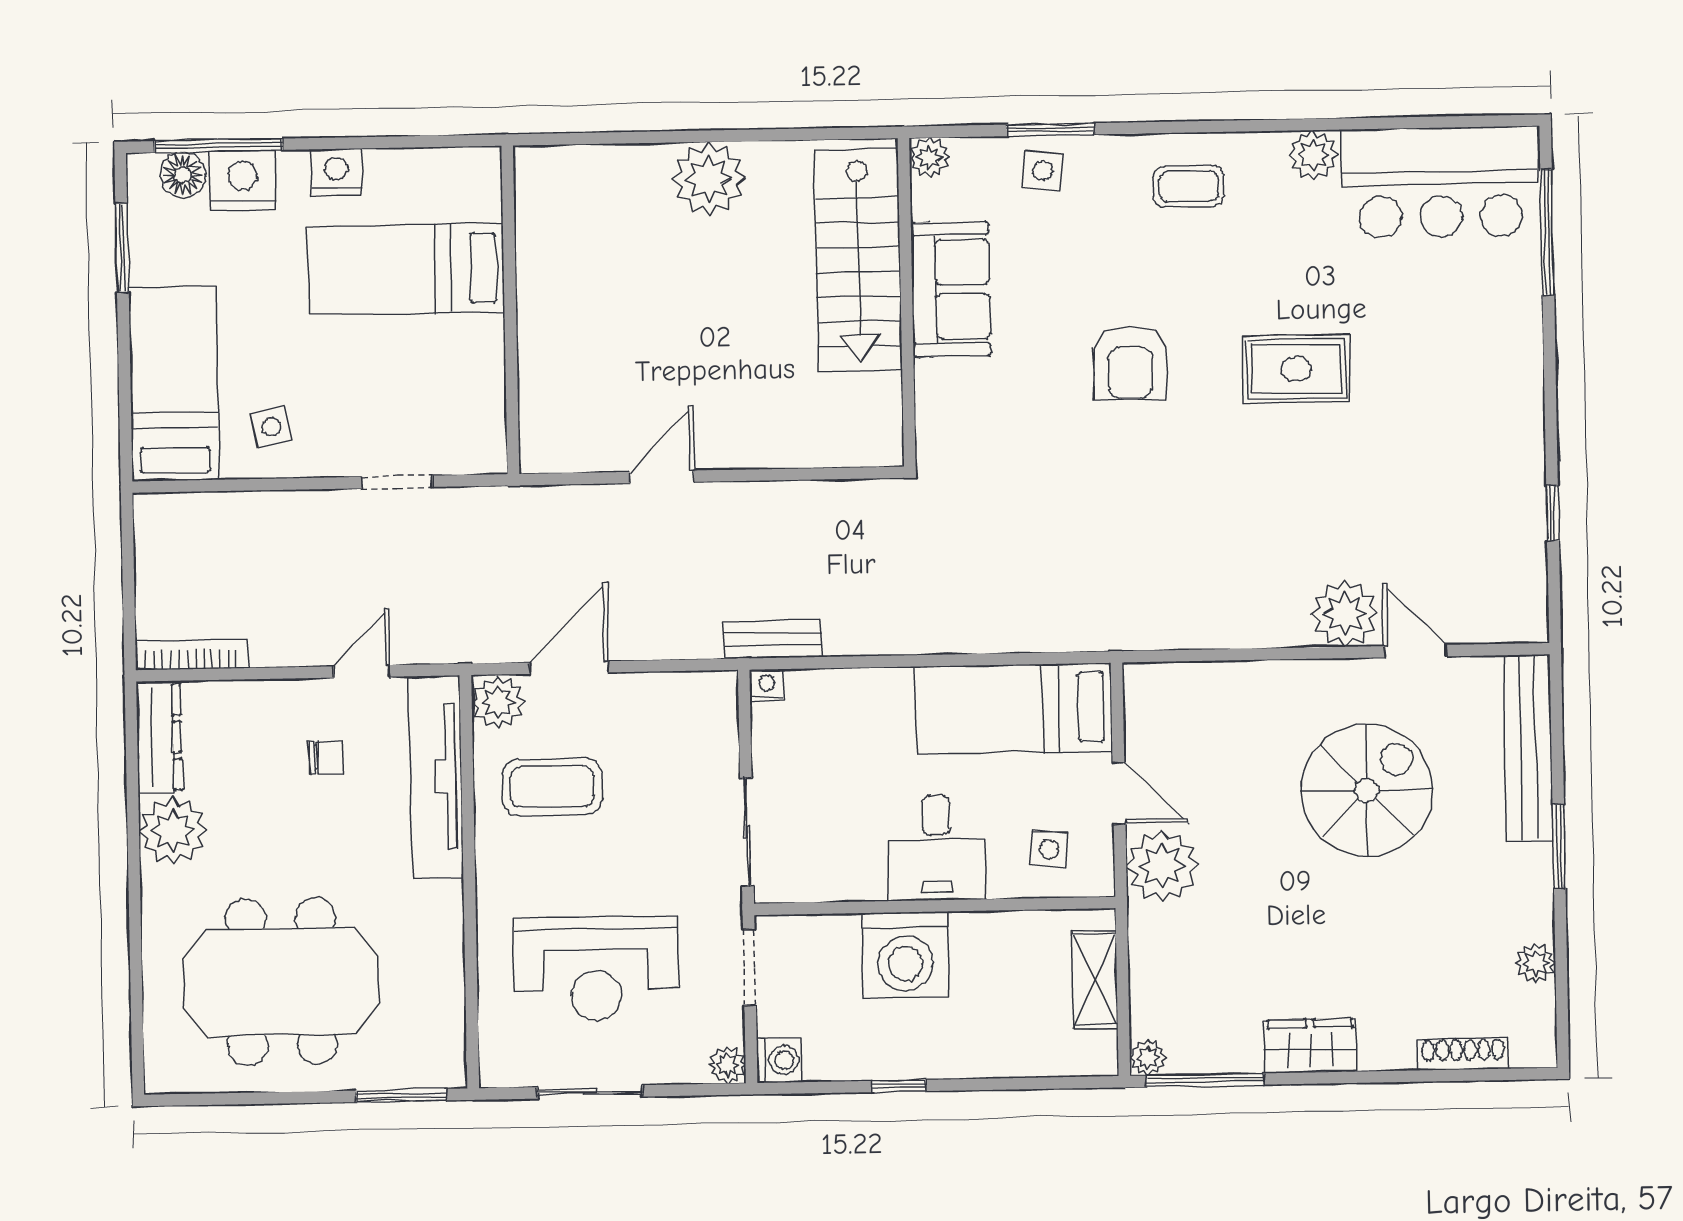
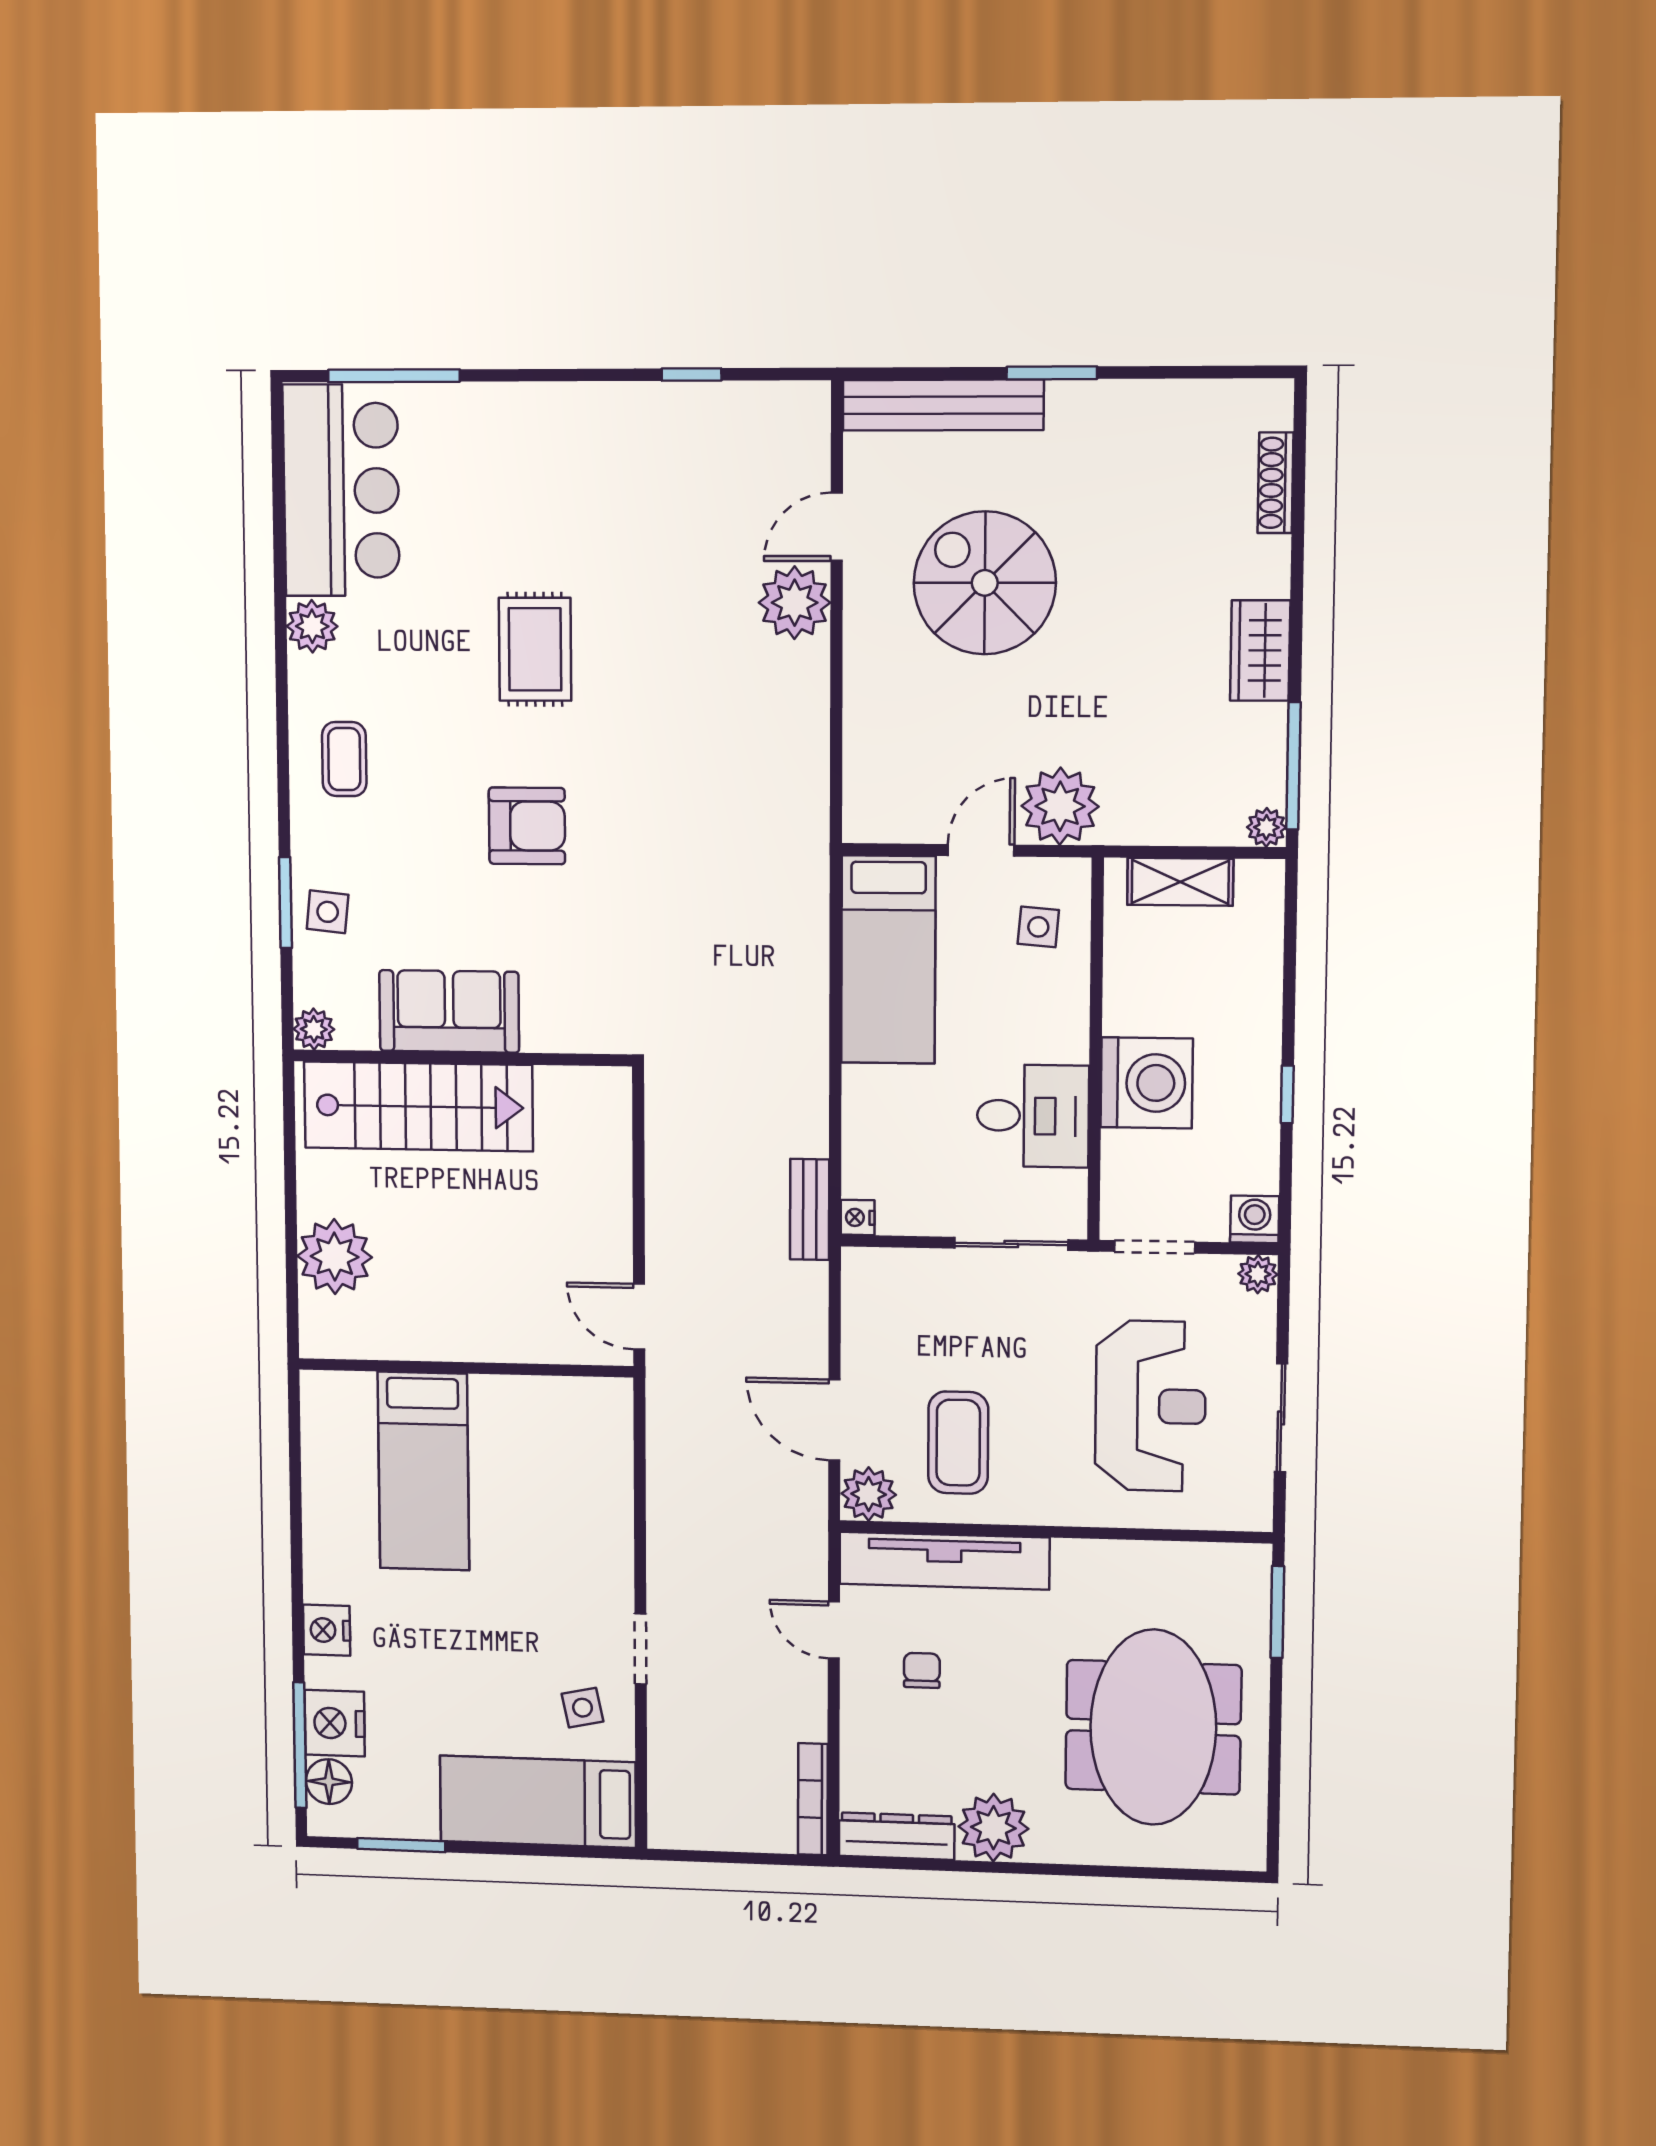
bed: (406, 269) -> (423, 1471), moved
wall: (510, 310) -> (465, 1368), moved
doorway: (397, 482) -> (641, 1649), moved
desk: (936, 848) -> (1033, 1116), moved
plant: (1536, 963) -> (1178, 401), removed

